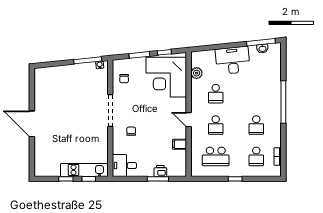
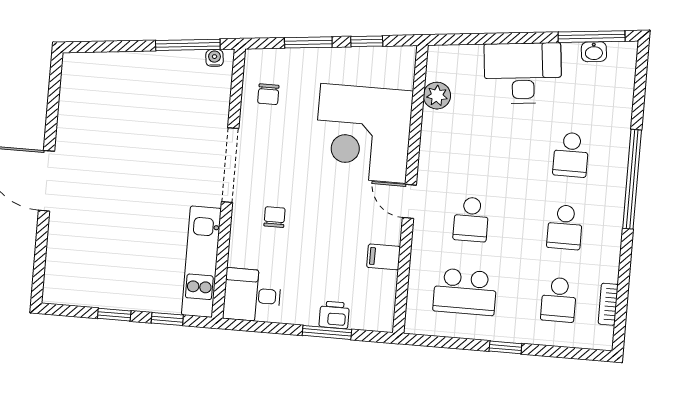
corner desk: (166, 77) -> (363, 133), moved
school desk: (216, 94) -> (571, 155), moved
kitchen unit: (84, 170) -> (201, 262), moved, turned -90

